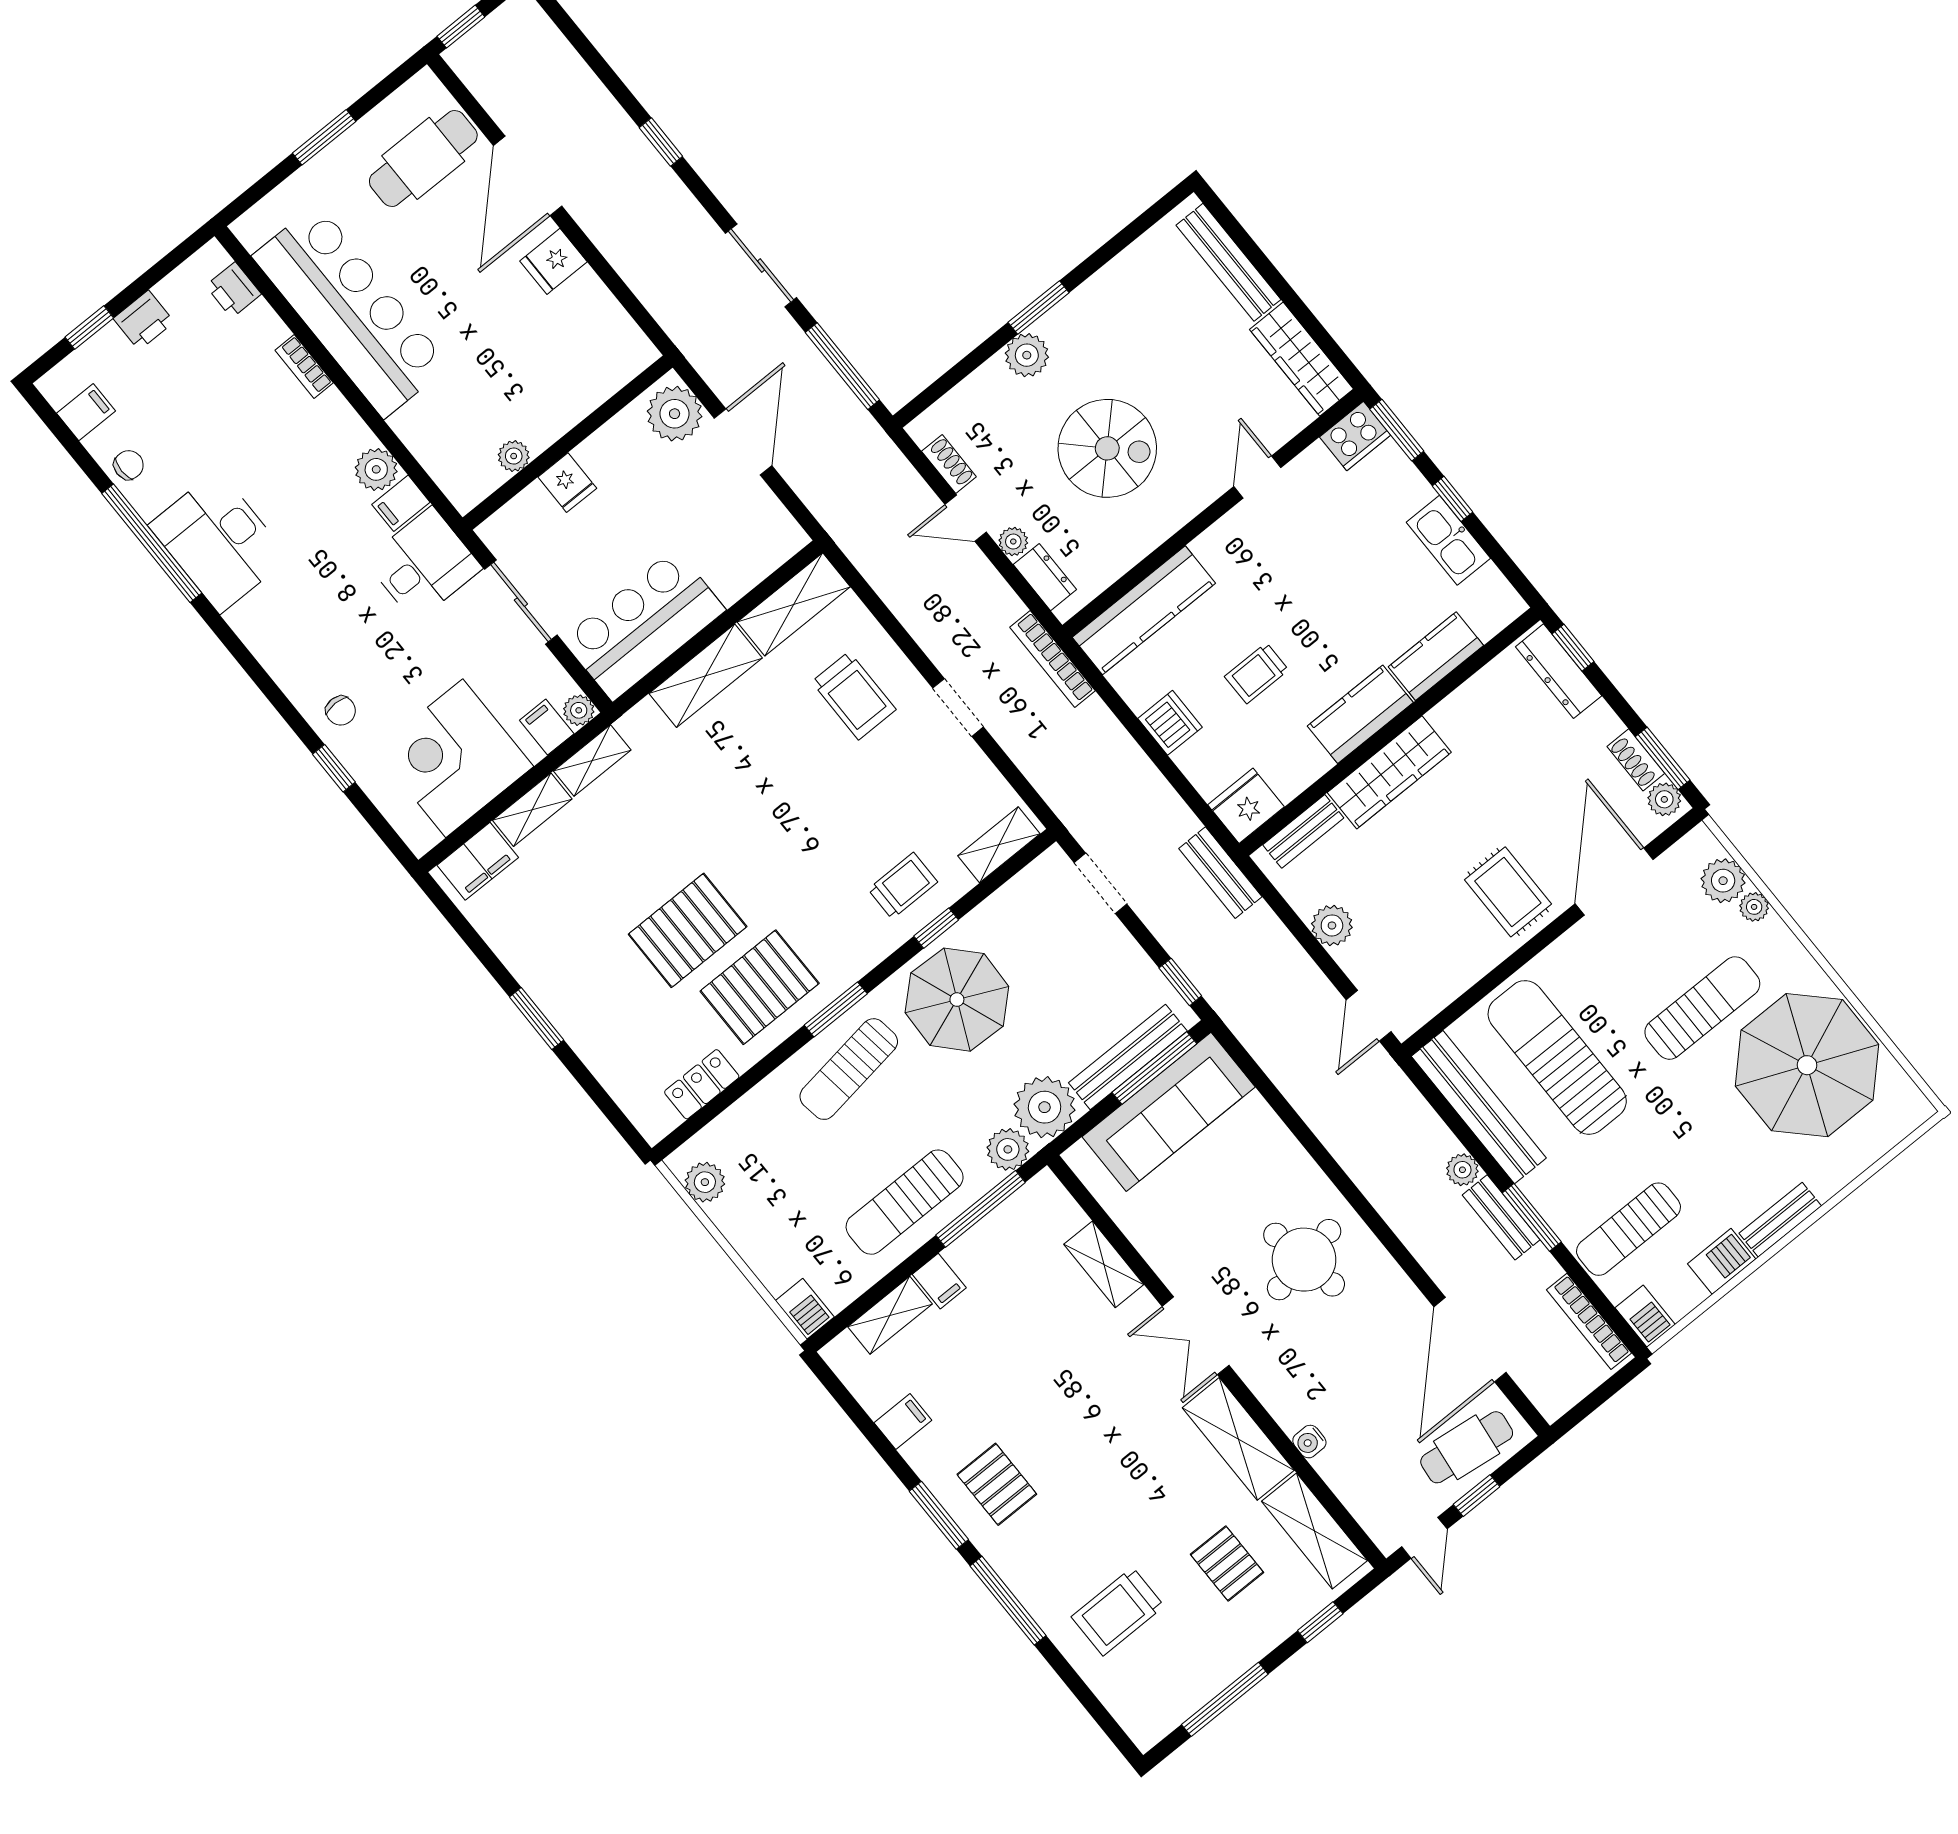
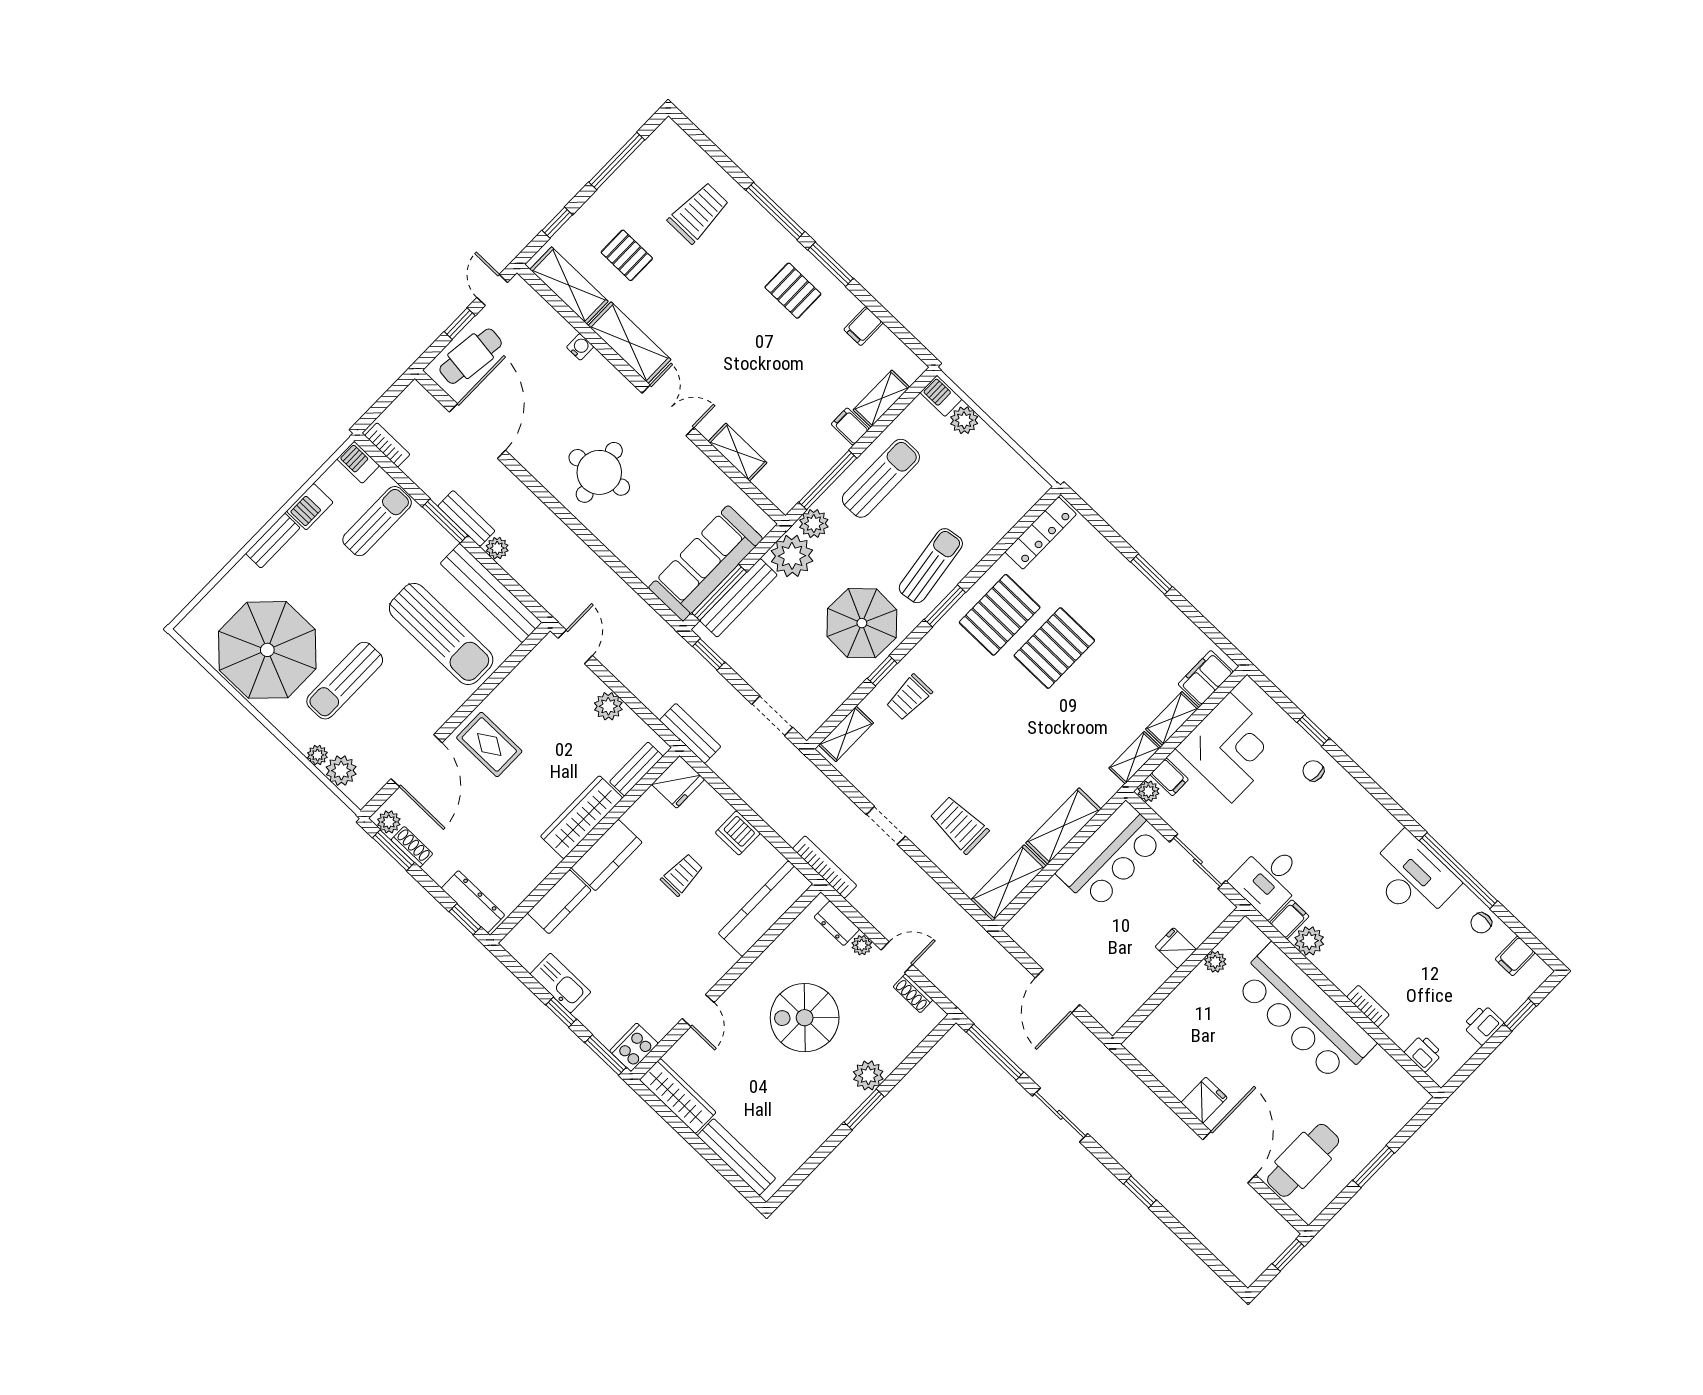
bar counter: (351, 311) -> (1304, 1013), moved
plant: (675, 414) -> (1107, 1005), removed
locker: (702, 1084) -> (1041, 533), width x1.53
plant: (705, 1182) -> (964, 420), moved
bookcase: (1589, 1321) -> (387, 445), width x0.64

